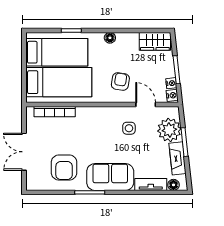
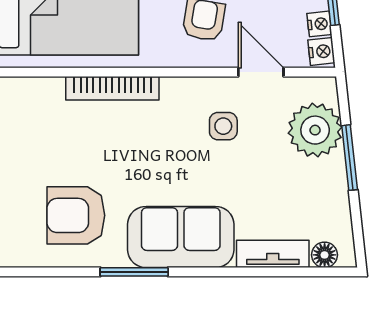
bookcase: (55, 112) -> (112, 88), moved
fireplace: (178, 158) -> (334, 195), removed
armchair: (64, 167) -> (76, 215), turned 90

